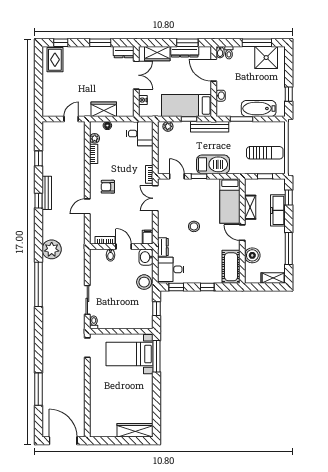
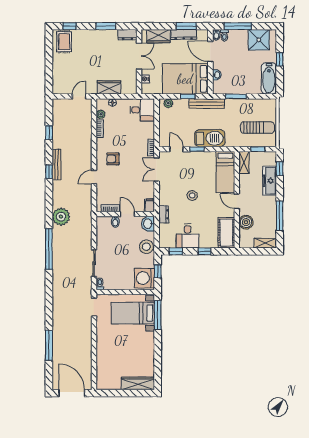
window: (257, 43) -> (238, 26), moved
window: (289, 94) -> (280, 59), moved
bed: (187, 105) -> (185, 79), width x1.50
bathtub: (259, 108) -> (269, 78), moved, turned -90
shelving: (250, 207) -> (244, 163), moved
desk: (171, 269) -> (188, 236), moved, turned -90
washing machine: (142, 316) -> (144, 278), added

